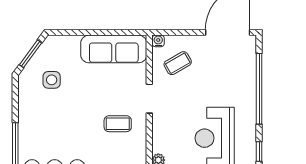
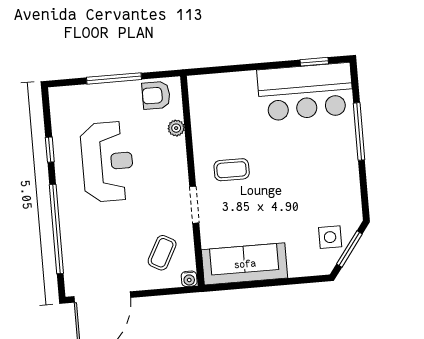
coffee table: (178, 63) -> (162, 253), turned -32
side table: (52, 80) -> (330, 237), moved

